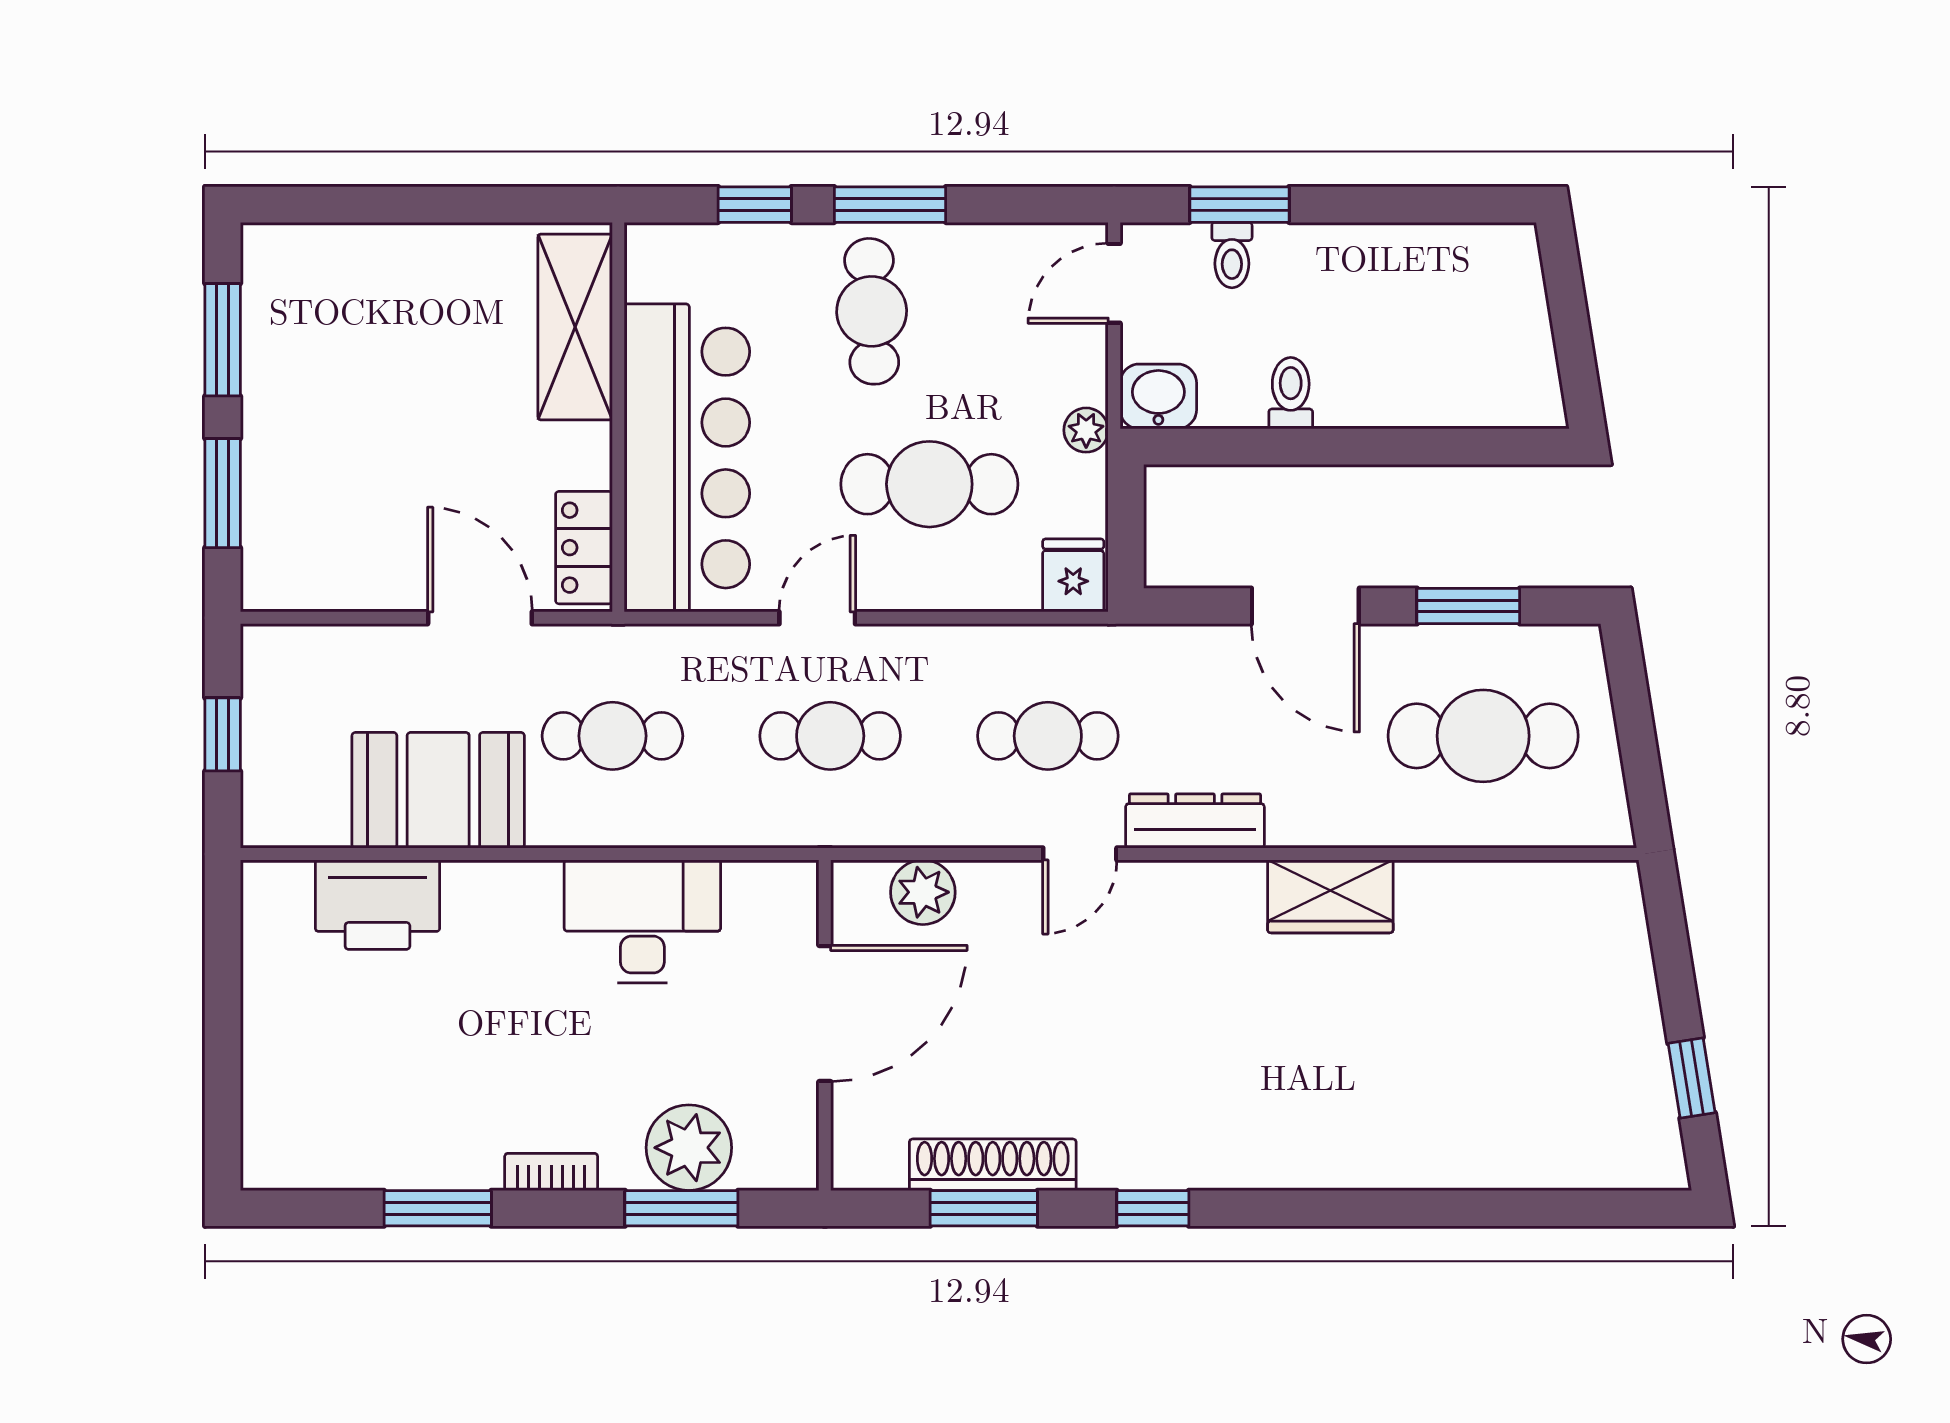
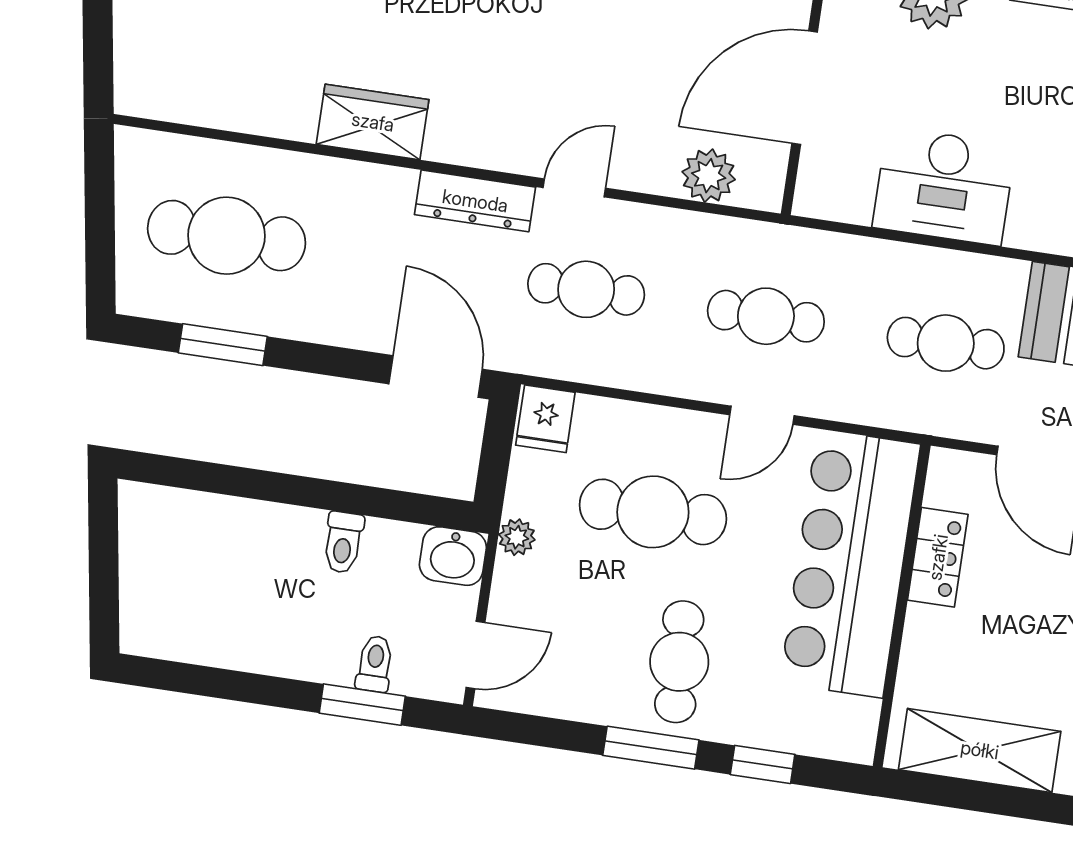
shelving: (575, 327) -> (980, 750), moved, turned 90
locker: (584, 548) -> (938, 557), moved
door: (1305, 606) -> (436, 376), moved

